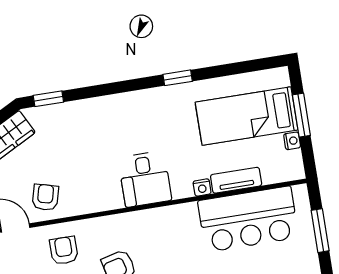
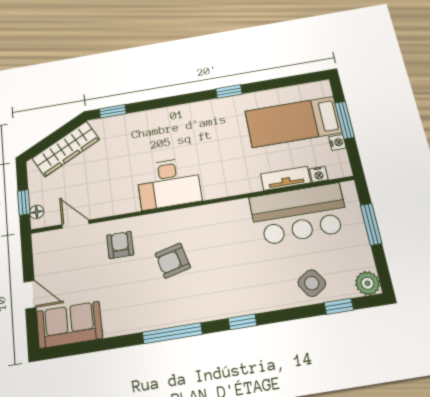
desk: (145, 179) -> (169, 183), moved, width x1.37
nightstand: (202, 187) -> (319, 174), moved
armchair: (45, 197) -> (105, 196), removed

